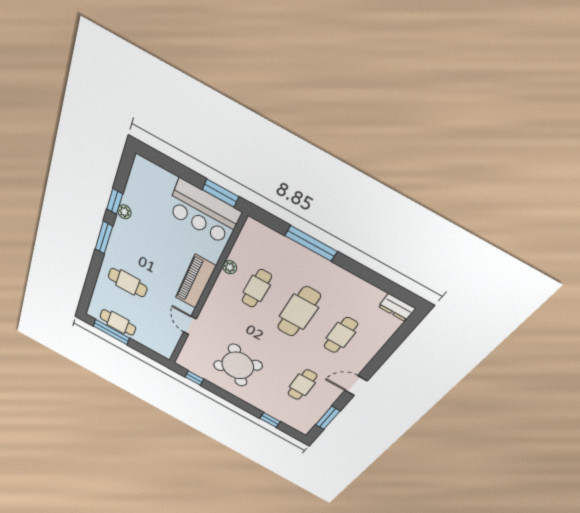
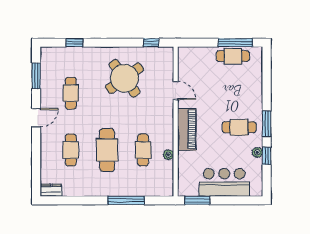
bar counter: (203, 212) -> (224, 182), moved
cafe table: (128, 283) -> (239, 127), moved

